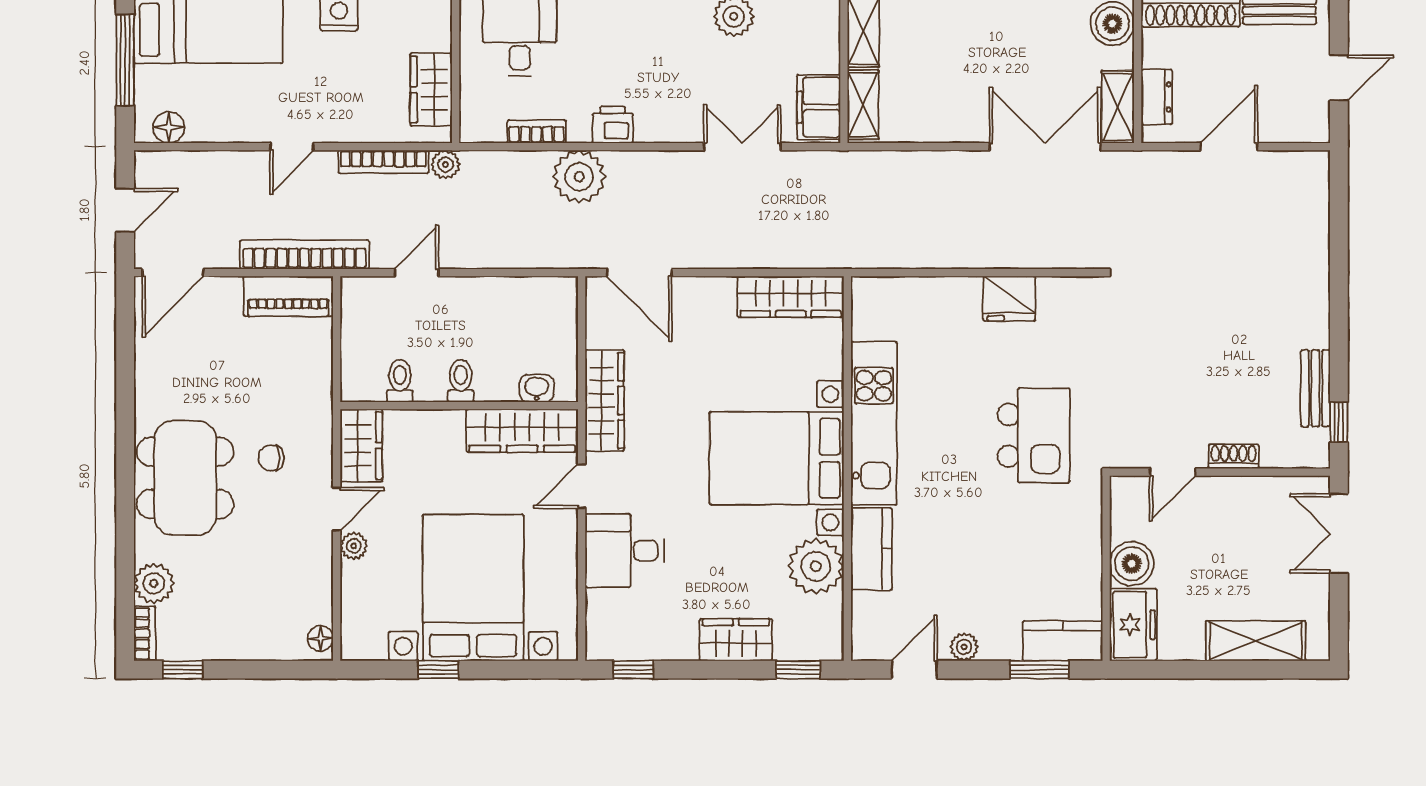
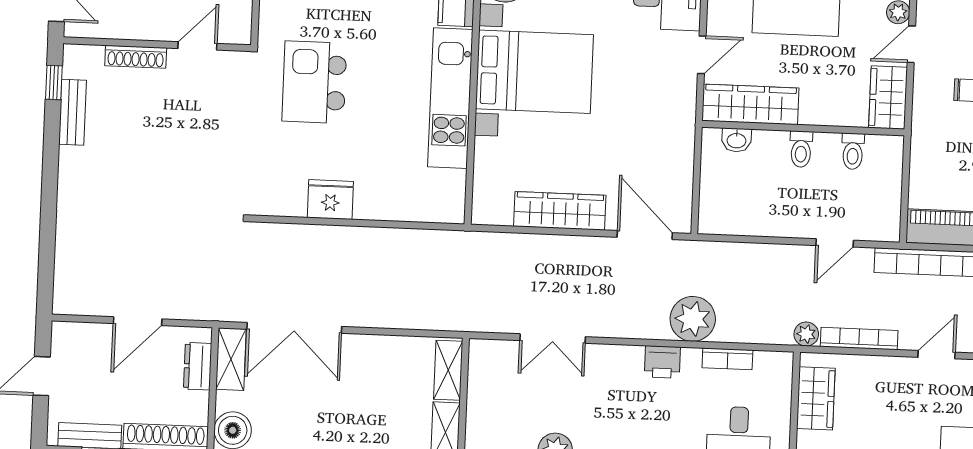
filing cabinet: (819, 107) -> (486, 370), removed
wardrobe: (791, 297) -> (560, 211), moved
wardrobe: (605, 400) -> (679, 127), removed
shoe rack: (1234, 456) -> (136, 57), width x1.43

